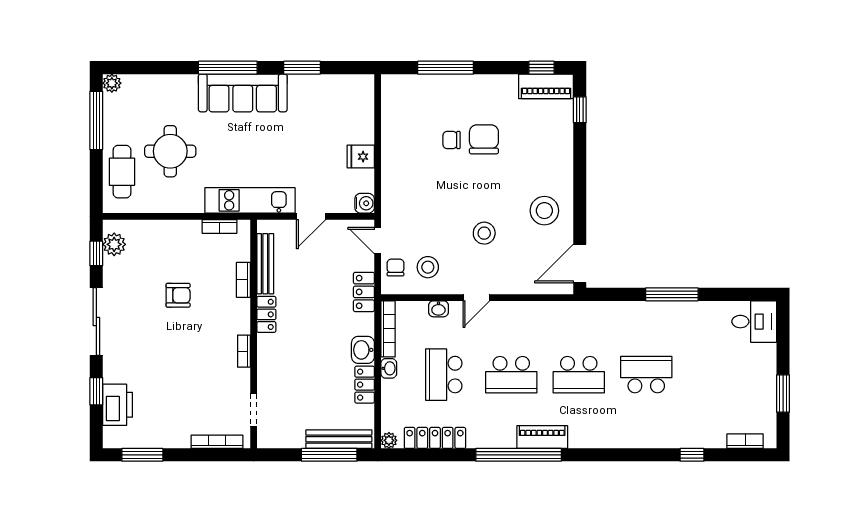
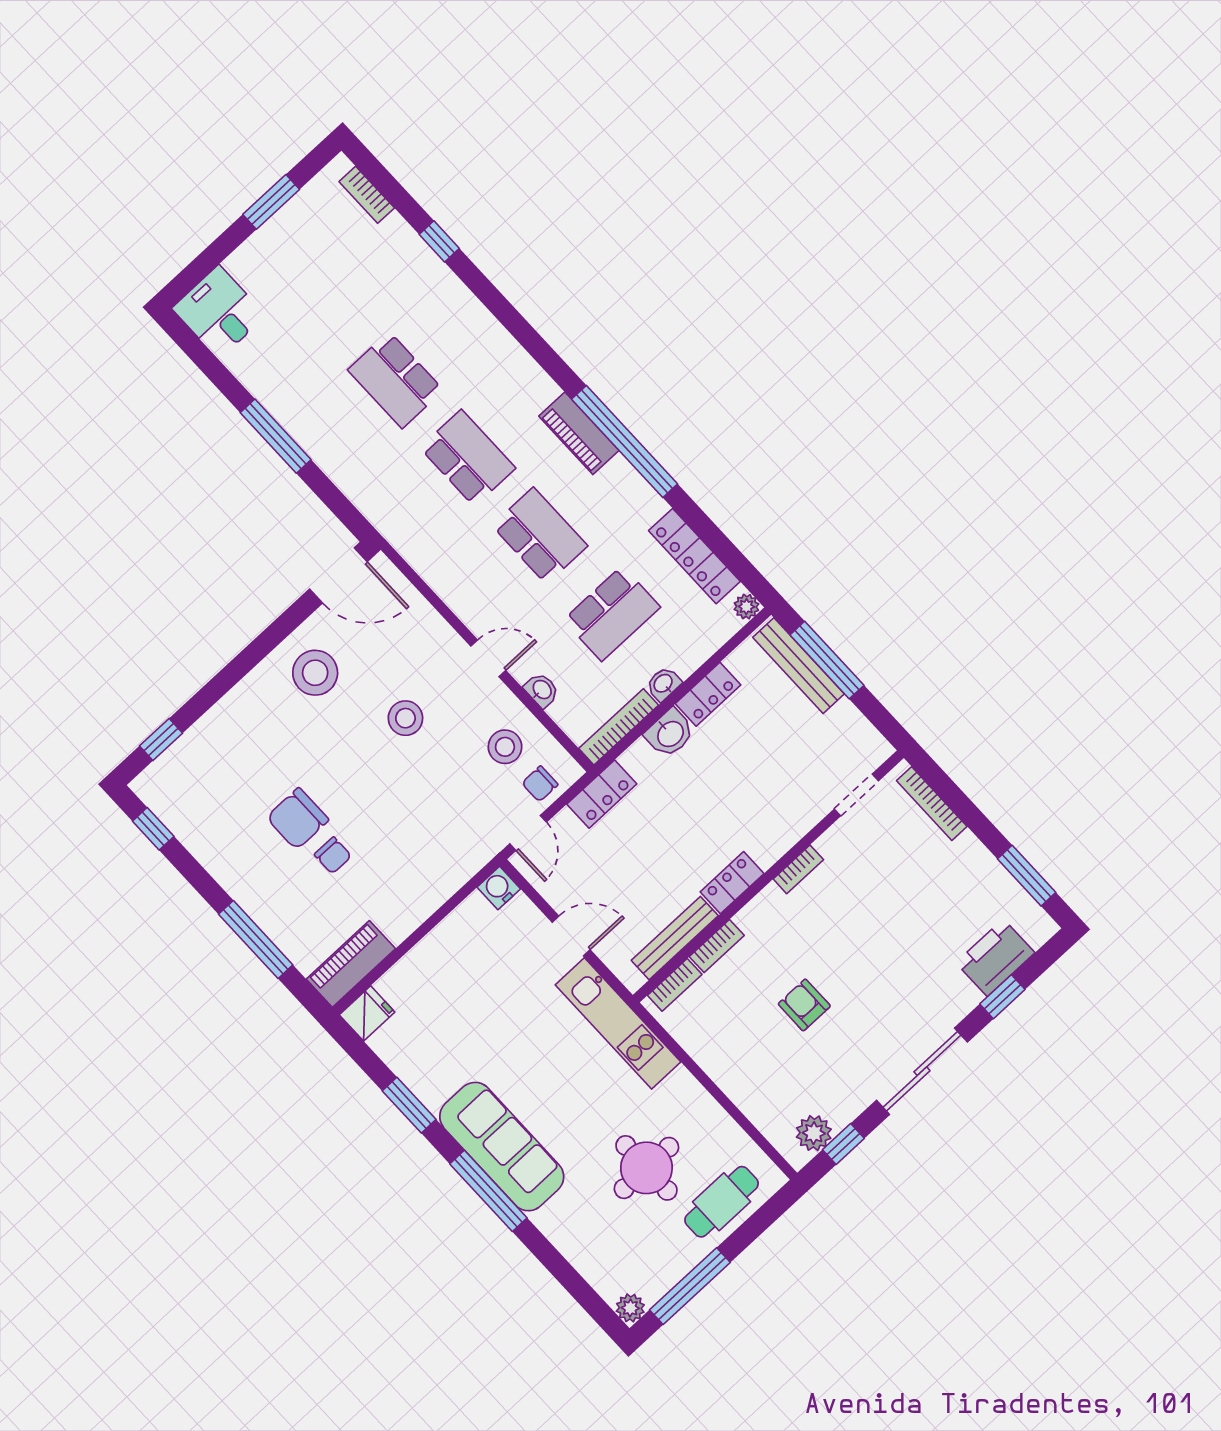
piano: (546, 86) -> (351, 964), moved, turned -90
fridge: (361, 157) -> (367, 1013), moved, turned -90
bookcase: (219, 226) -> (675, 985), moved, turned 90

